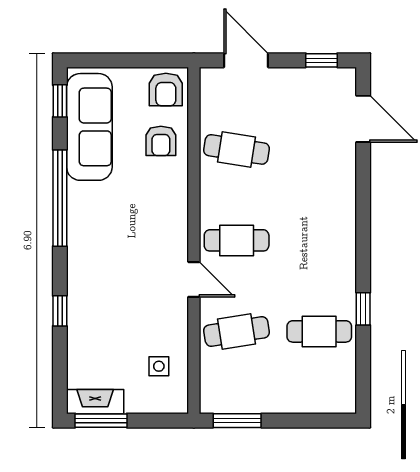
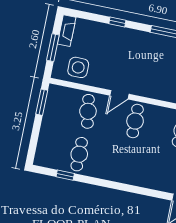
window: (363, 309) -> (65, 175), moved
side table: (159, 366) -> (78, 67), width x1.87, depth x1.87
window: (101, 421) -> (53, 48), moved

